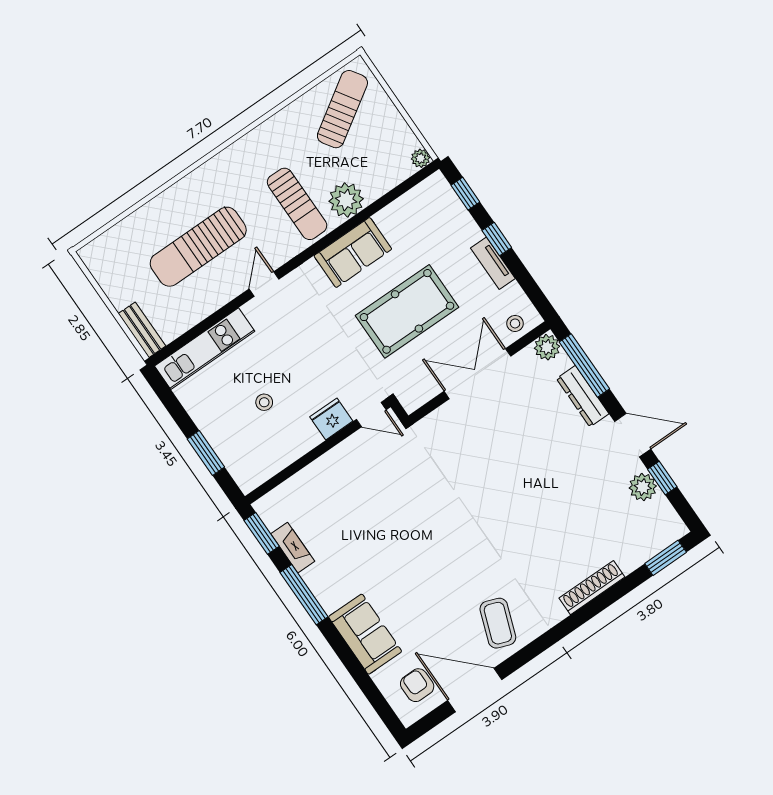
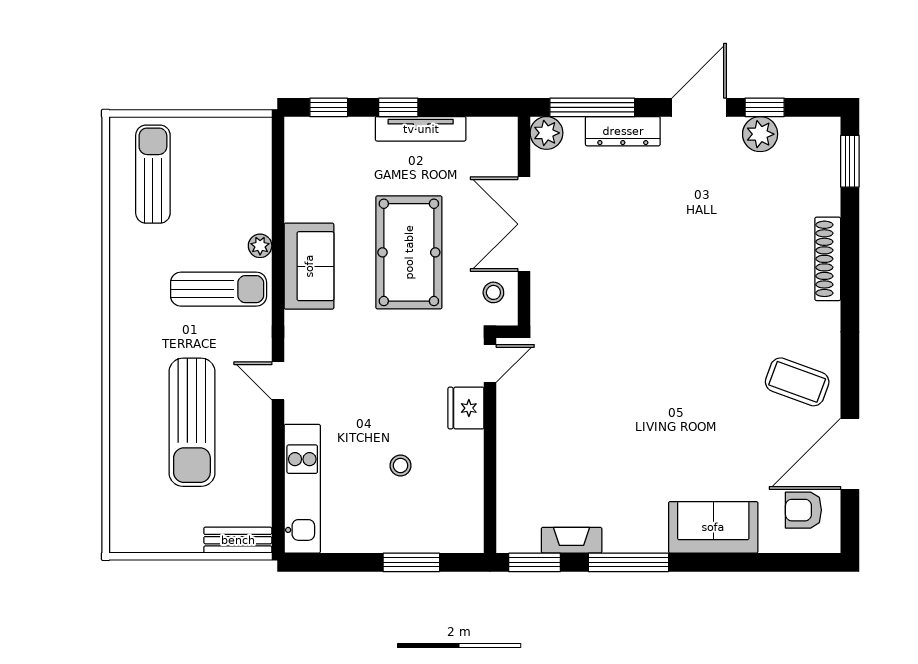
sun lounger: (342, 109) -> (153, 174), turned 33
plant: (421, 158) -> (260, 128), removed
plant: (346, 200) -> (260, 246), width x0.53, depth x0.53
tv unit: (493, 263) -> (421, 129), width x1.41
stool: (515, 323) -> (493, 292), moved

